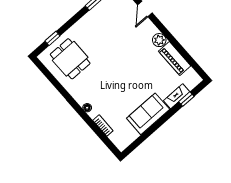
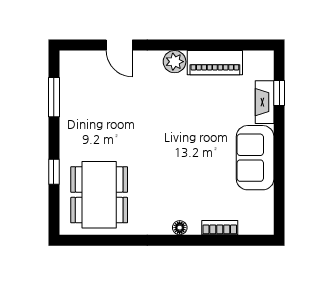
window: (53, 38) -> (54, 172), moved
dining table: (70, 59) -> (99, 195), width x1.38

